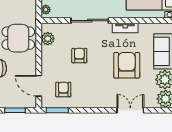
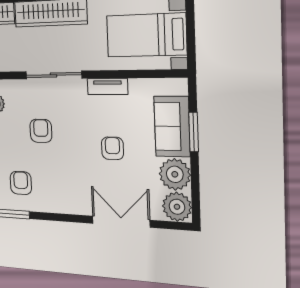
armchair: (127, 65) -> (113, 148), width x0.53, depth x0.53
double door: (130, 110) -> (121, 222), width x1.37

